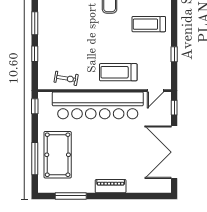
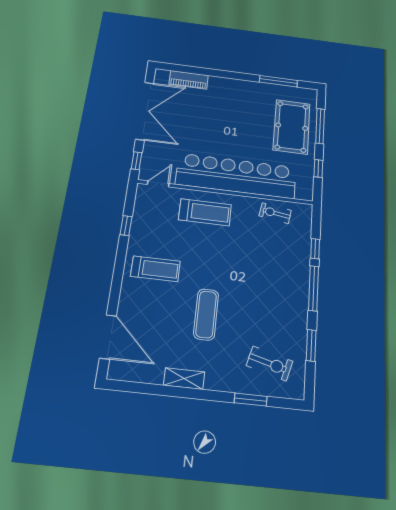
window: (35, 23) -> (314, 288), width x1.44
window: (35, 106) -> (318, 168), moved
piano: (111, 186) -> (189, 80), moved

